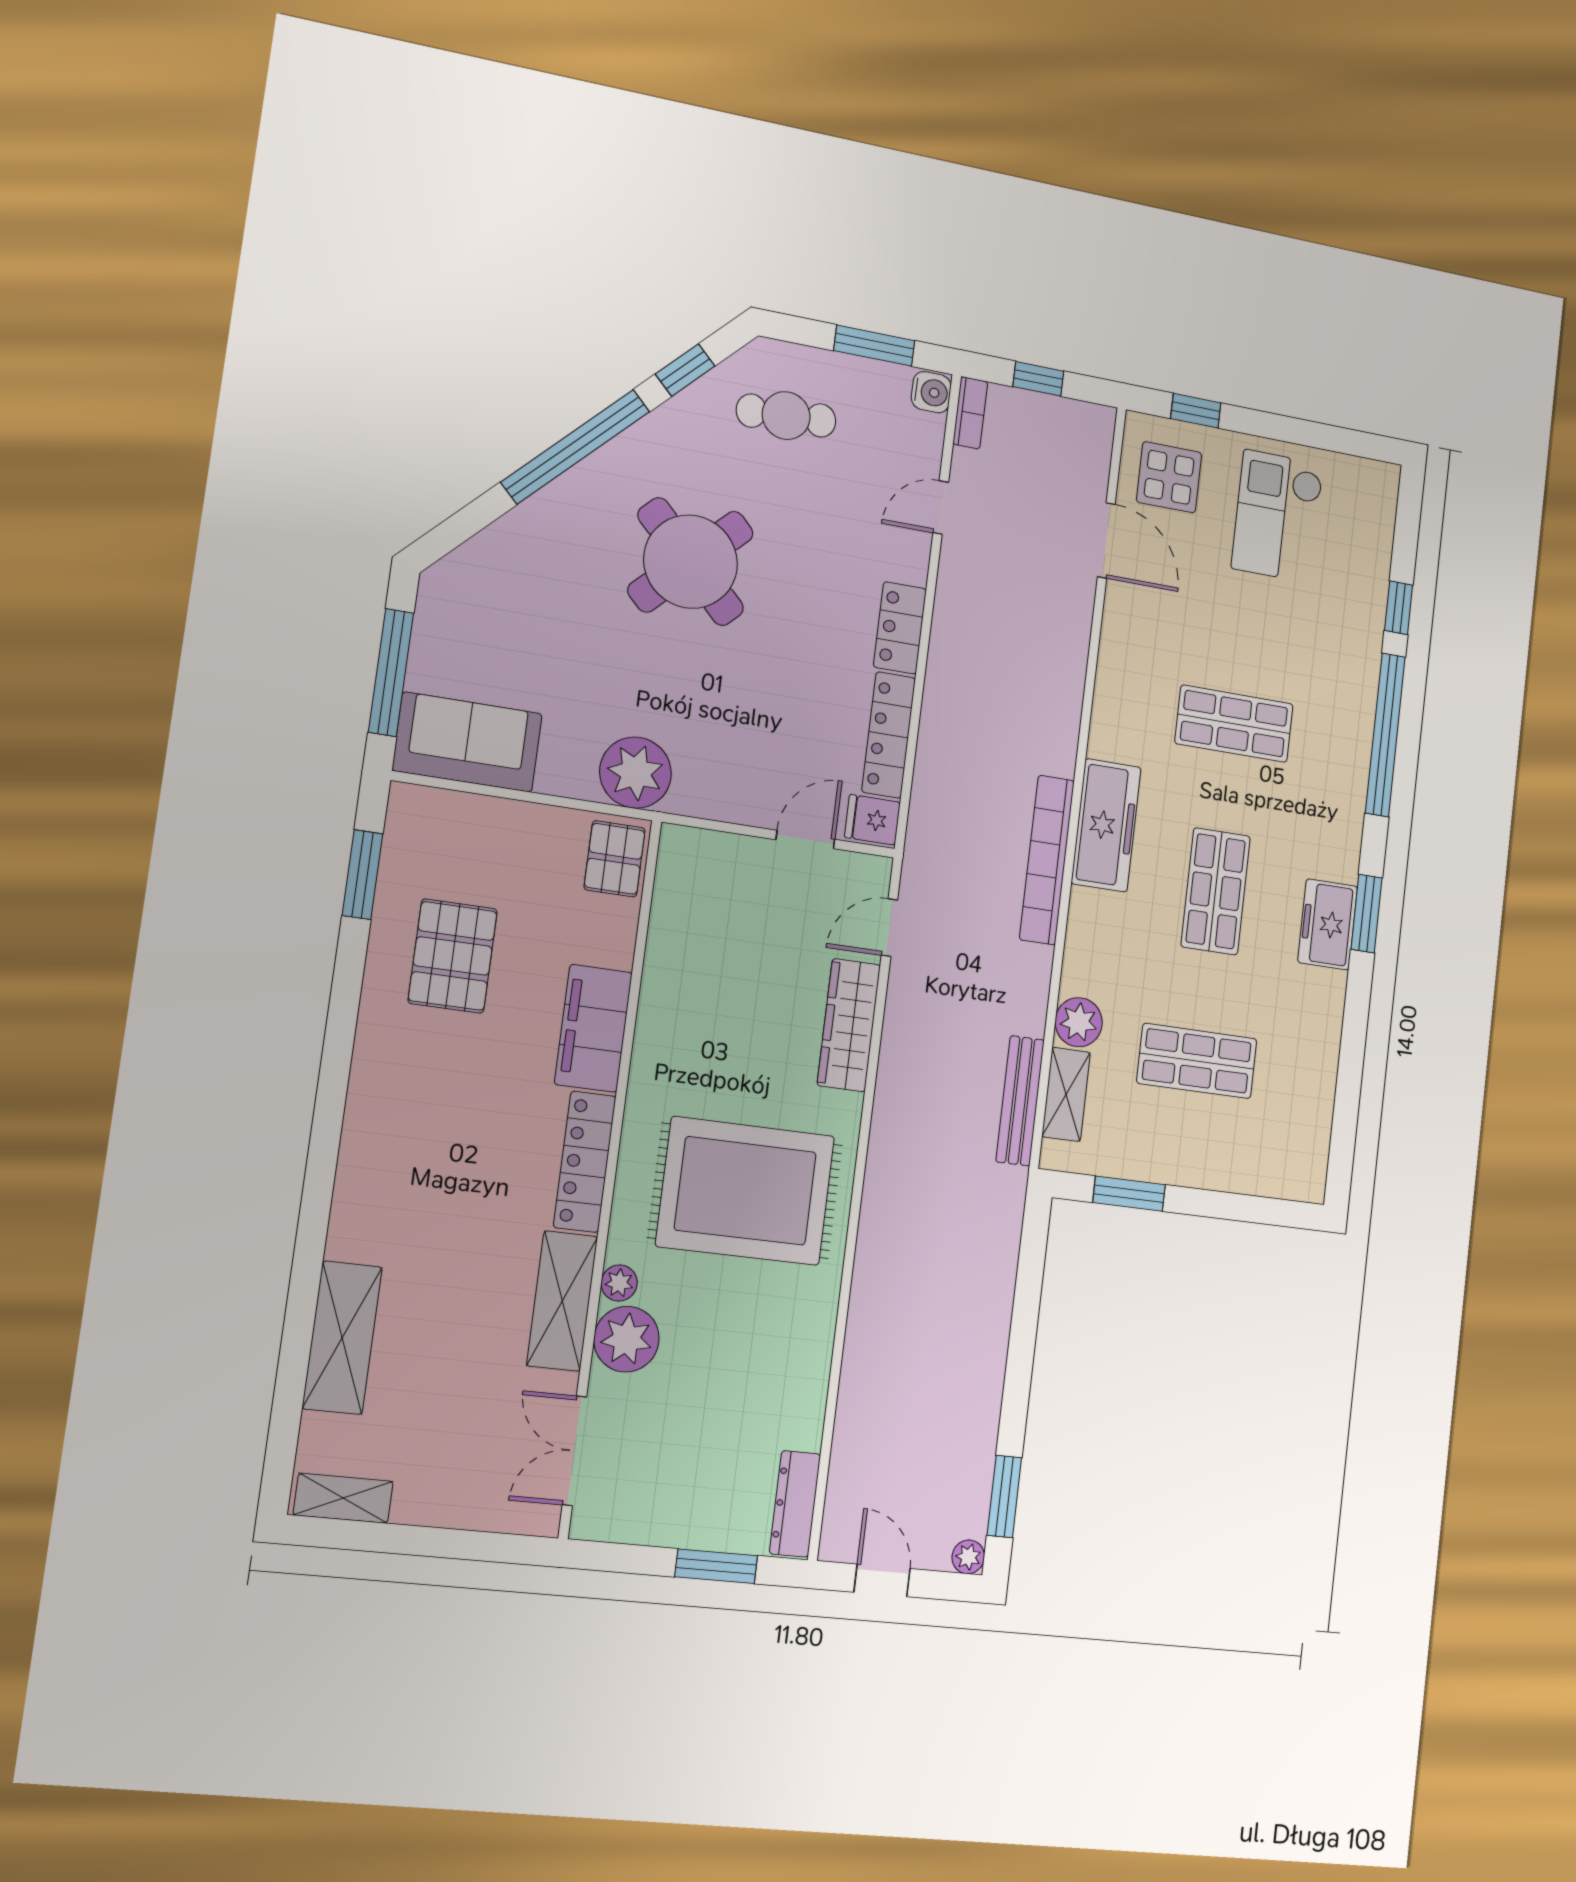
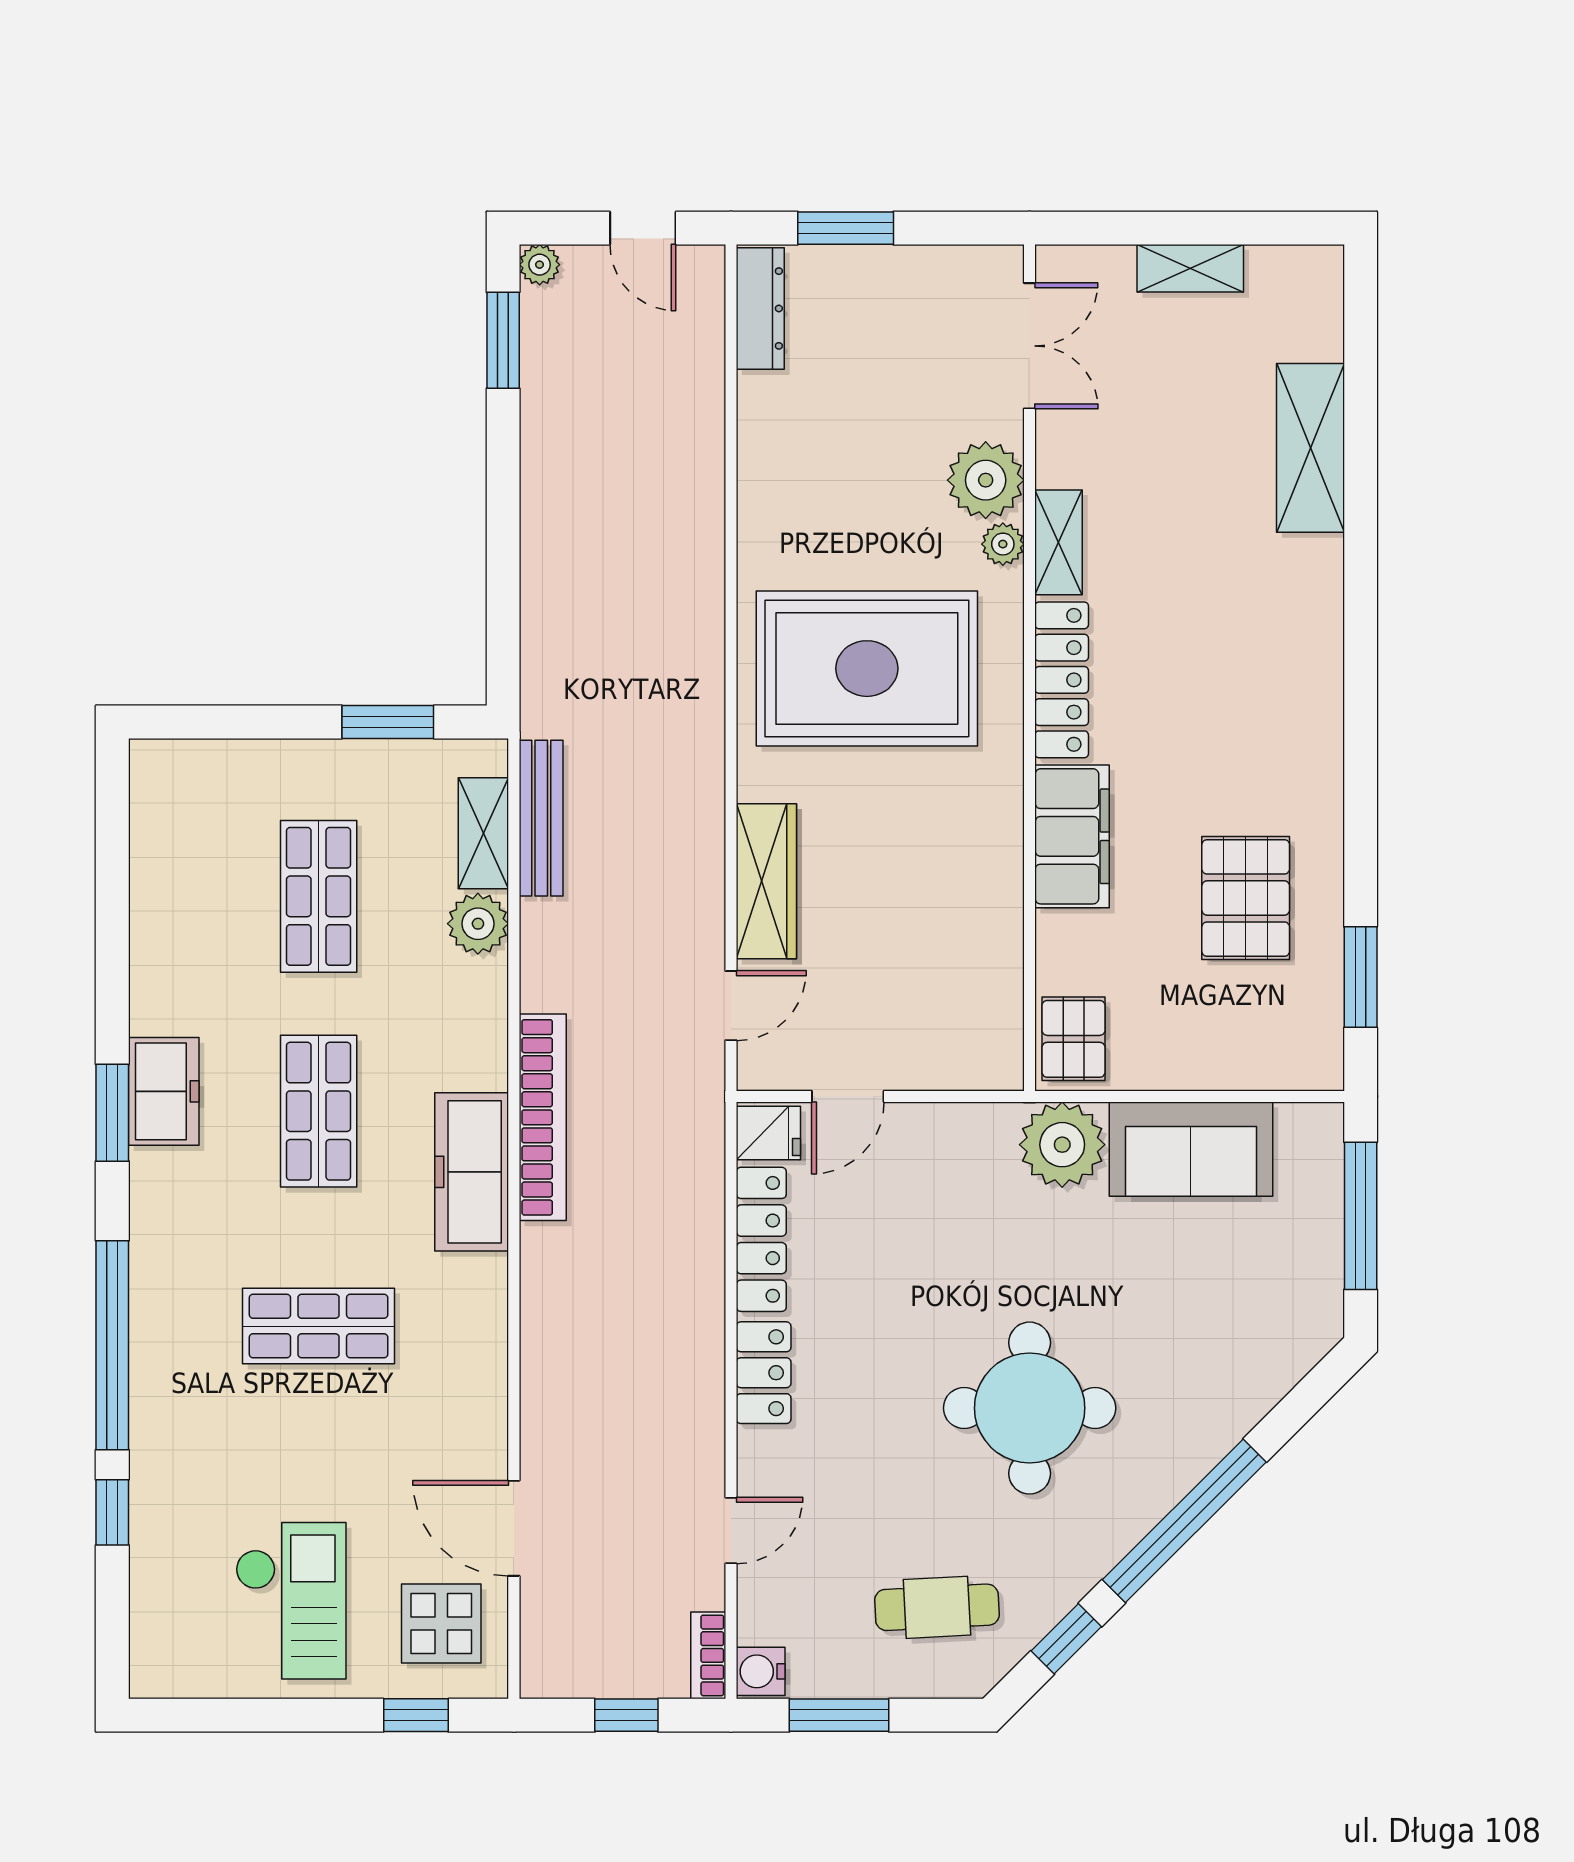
round table: (691, 562) -> (1030, 1408), turned 45
sofa: (467, 742) -> (1191, 1149), moved
shop shelf: (1197, 1061) -> (319, 896), turned 90
shelving: (562, 1301) -> (1059, 542), width x0.67, depth x0.75
shelving: (343, 1498) -> (1190, 268), moved

